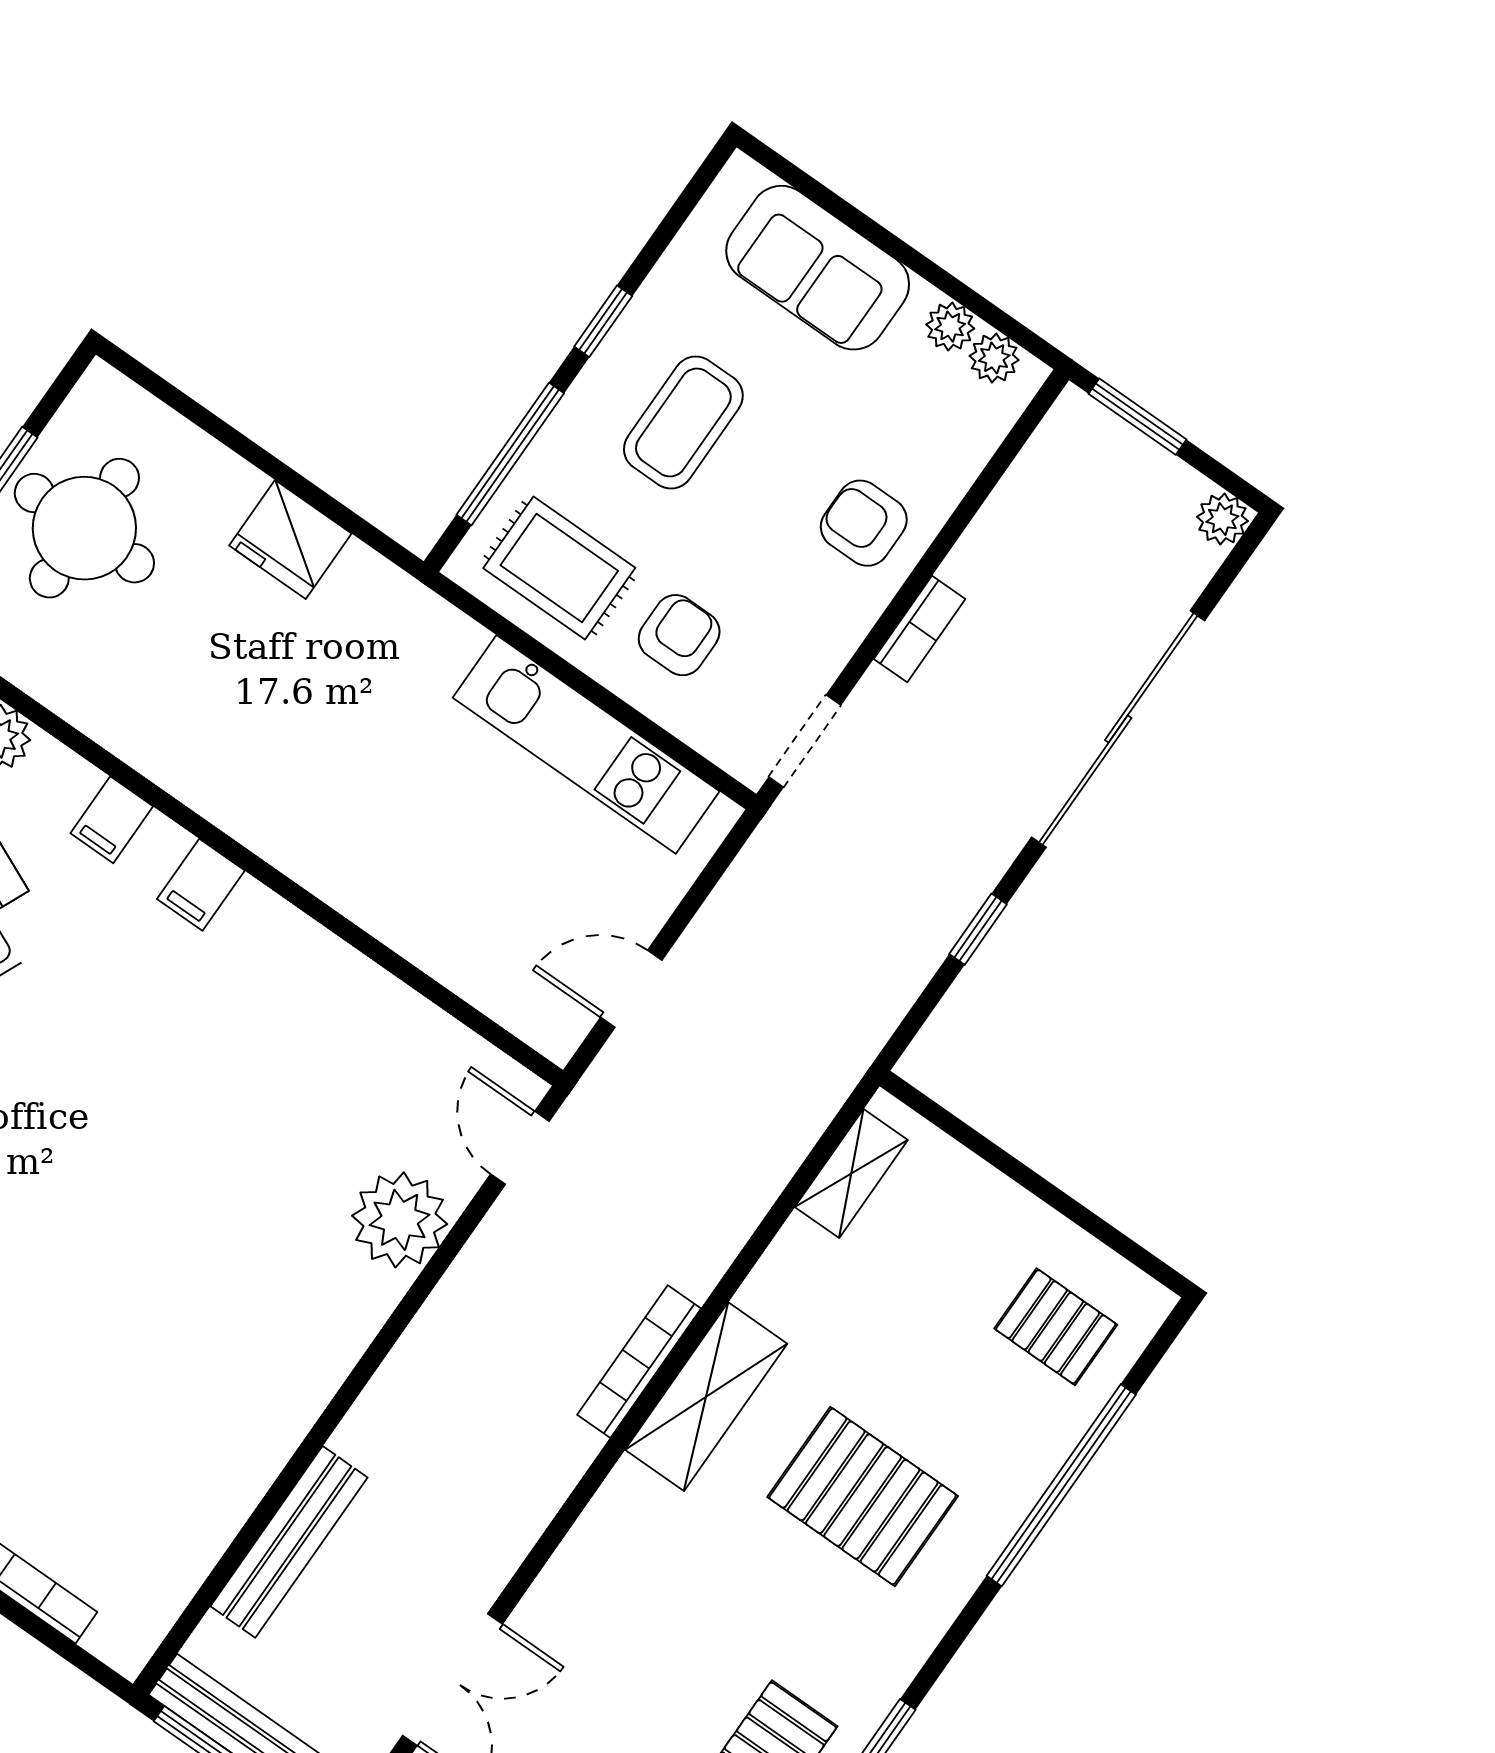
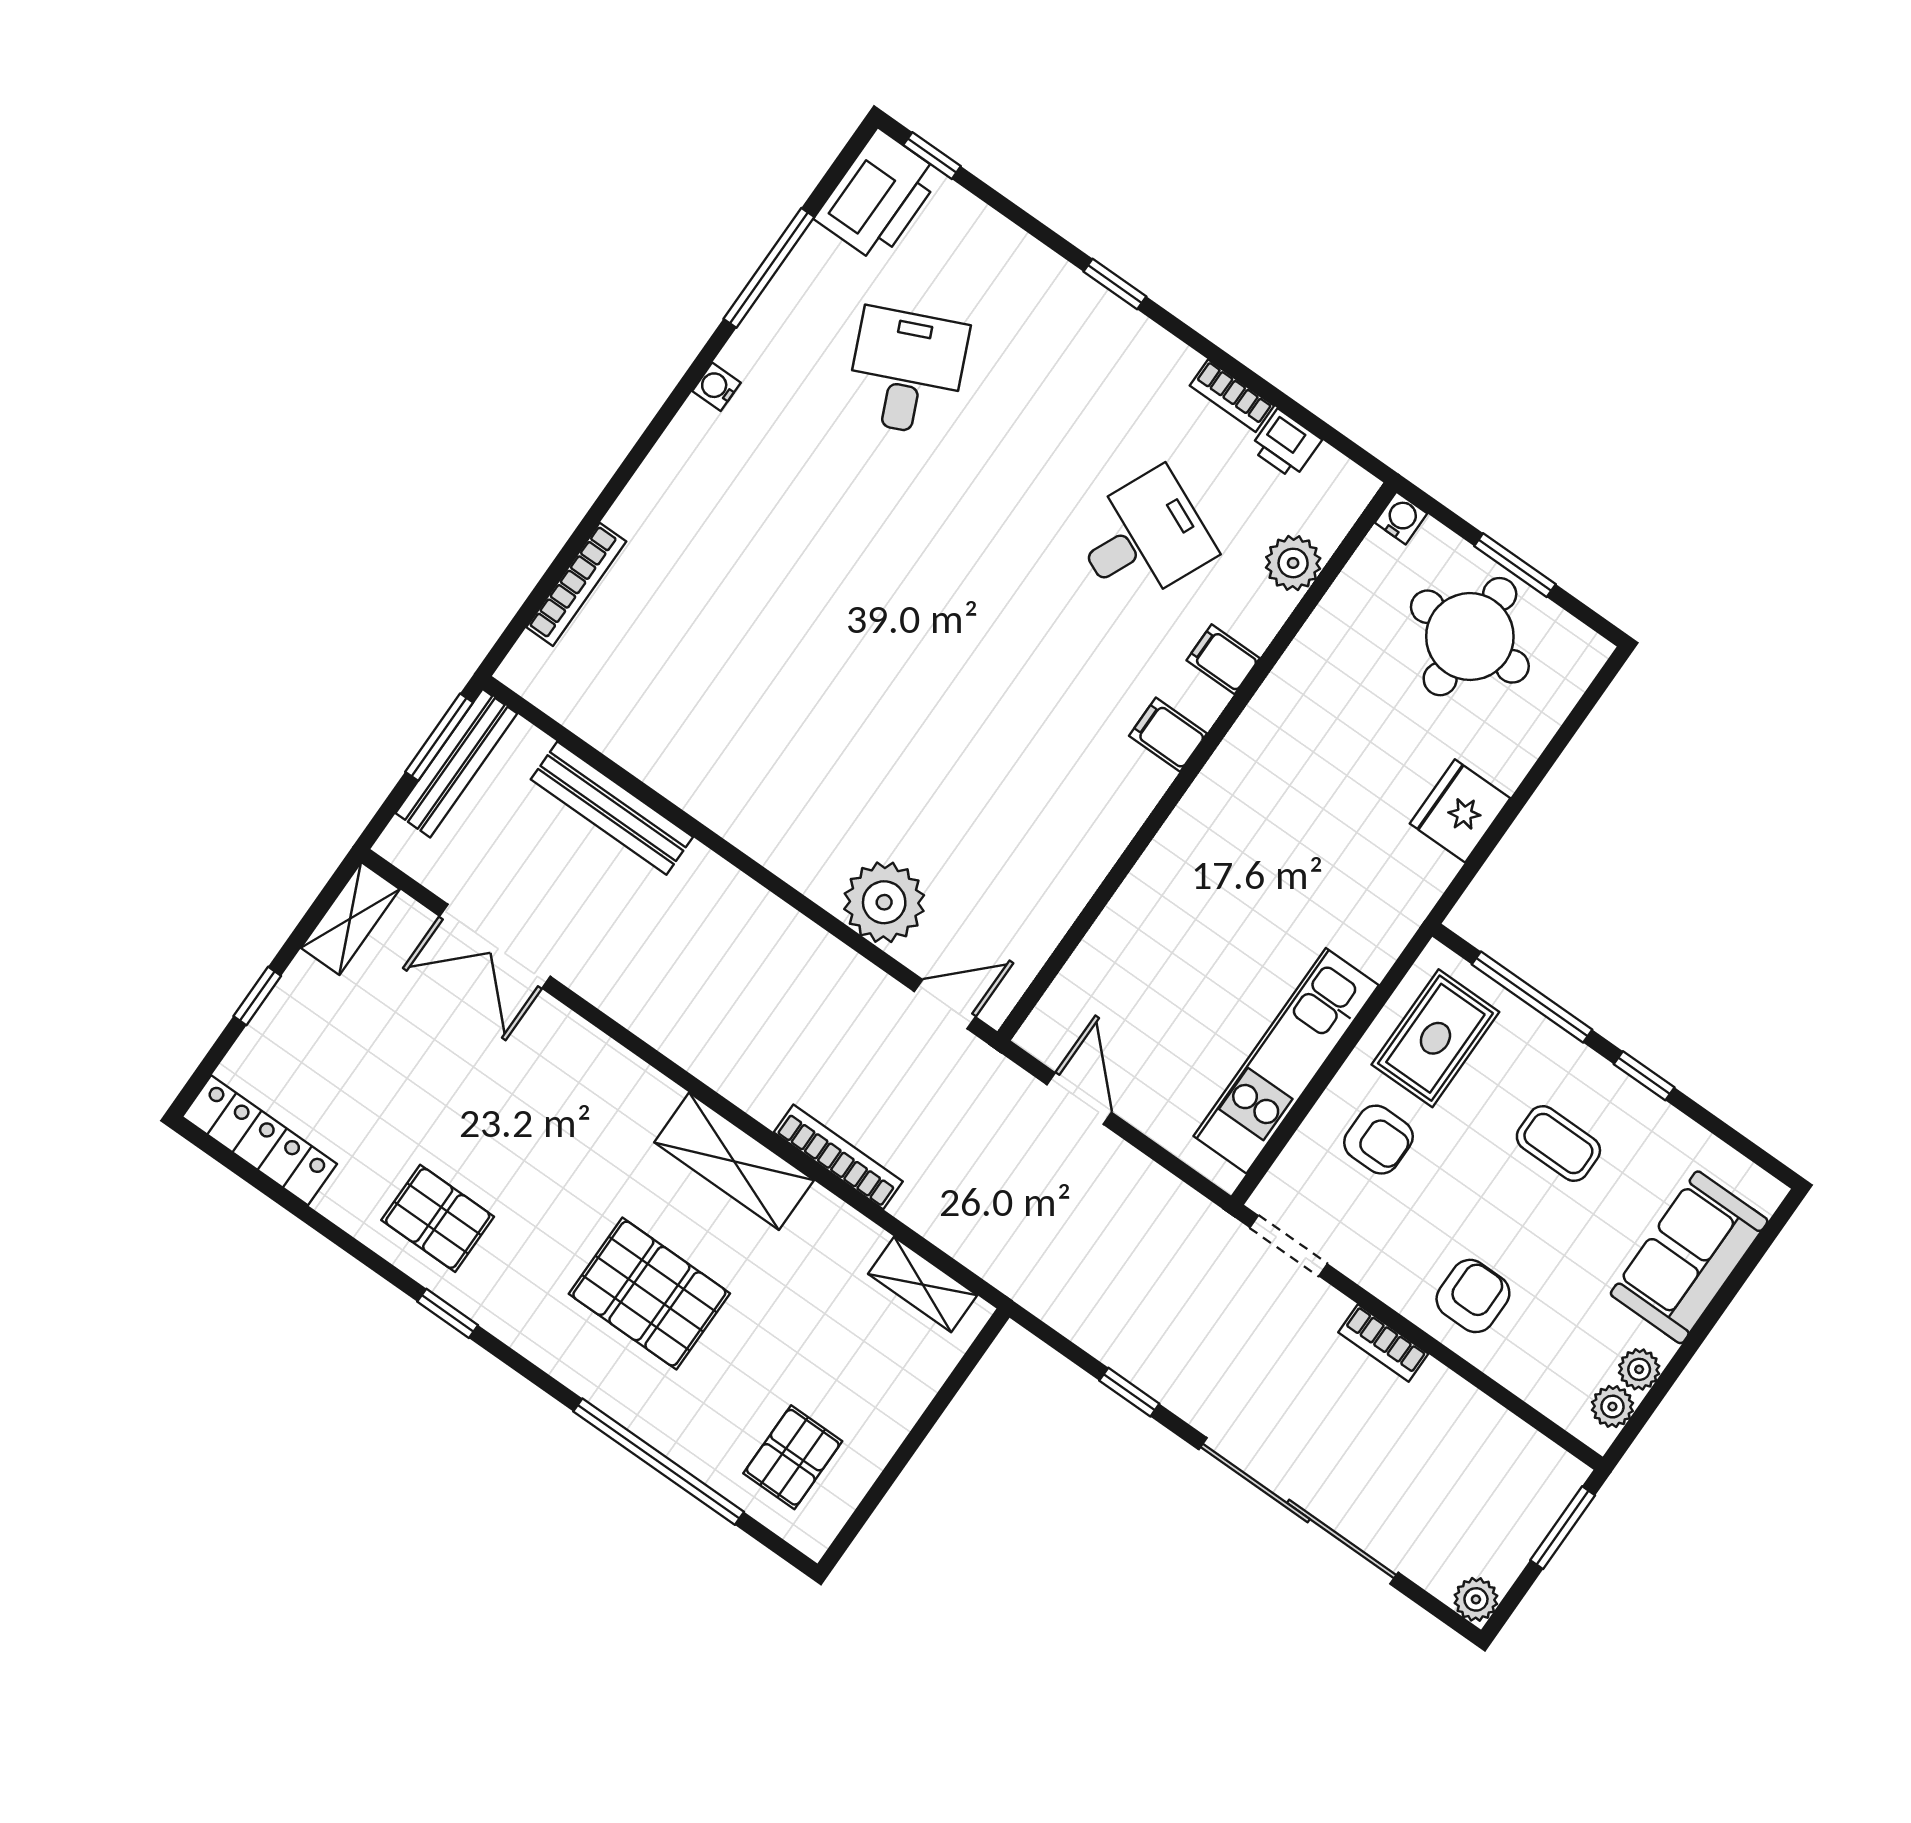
coffee table: (683, 422) -> (1558, 1144), width x0.73, depth x0.77
bookcase: (639, 1362) -> (838, 1157), moved
pallet: (863, 1497) -> (649, 1294), turned 90

